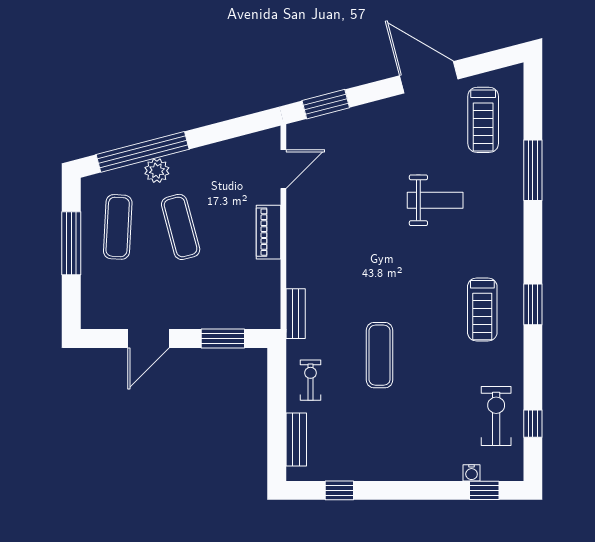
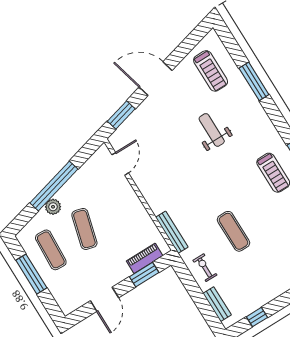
door: (429, 77) -> (156, 79), moved
window: (143, 152) -> (54, 186), moved
weight bench: (435, 200) -> (212, 130), turned -90
exercise mat: (181, 227) -> (84, 229), turned 30
piano: (268, 232) -> (145, 258), moved, turned 90
bench: (296, 314) -> (172, 232), width x1.36

